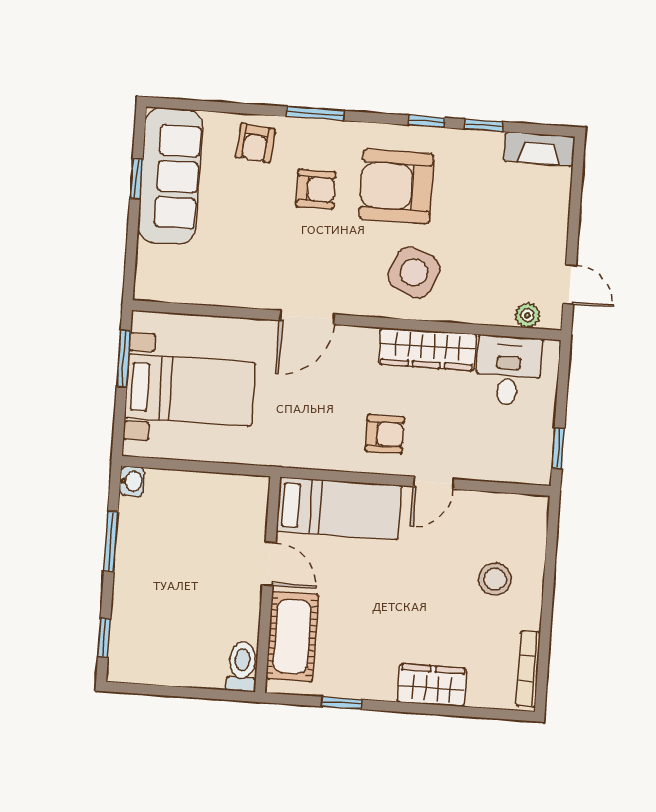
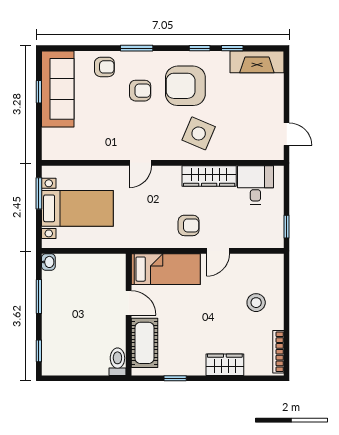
armchair: (255, 143) -> (104, 67), turned -96
fireplace: (539, 149) -> (257, 62), width x1.37, depth x1.32
plant: (527, 315) -> (264, 153), removed
door: (307, 317) -> (140, 163), width x0.73

